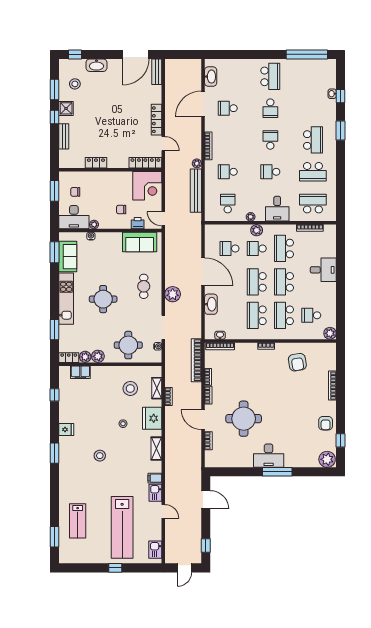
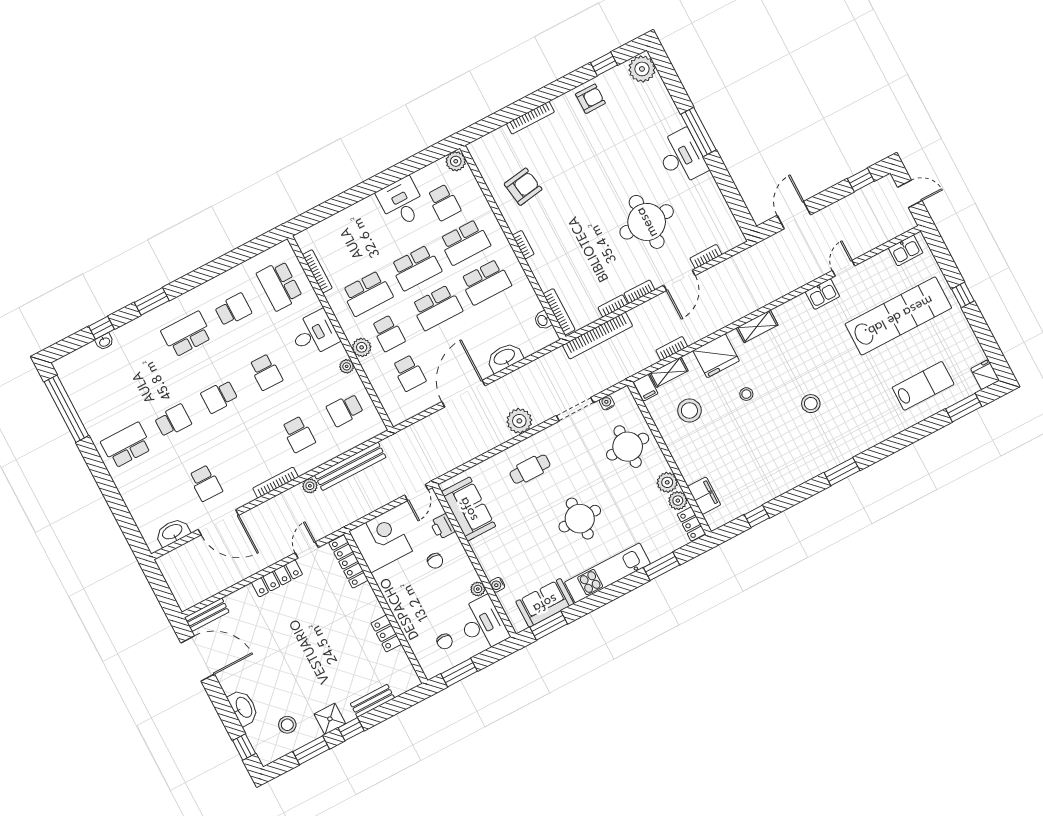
school desk: (313, 172) -> (233, 310), width x0.54
desk: (323, 270) -> (402, 202), moved
fridge: (66, 429) -> (985, 375), moved
filing cabinet: (155, 478) -> (646, 388), moved

